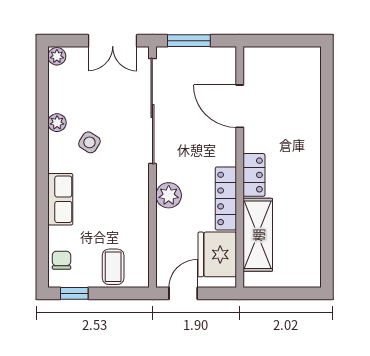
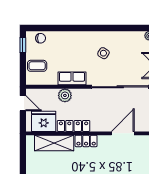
plant: (57, 123) -> (114, 36), removed
plant: (169, 195) -> (65, 95), moved
row of seats: (60, 199) -> (72, 78), moved, turned 180

